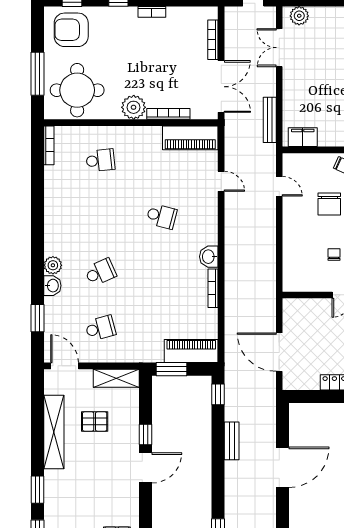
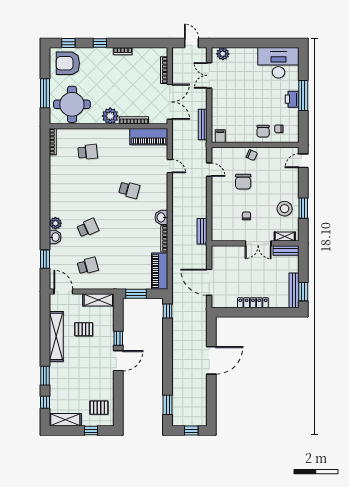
filing cabinet: (303, 137) -> (220, 136), width x0.50
piano: (191, 351) -> (160, 271), moved, turned -90
bench: (232, 441) -> (202, 231), moved

